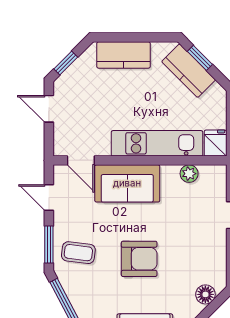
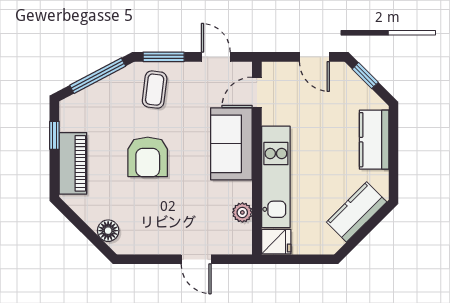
window: (200, 58) -> (371, 225), removed
door: (49, 109) -> (314, 57), swing flipped
door: (49, 197) -> (216, 57), hinge flipped

